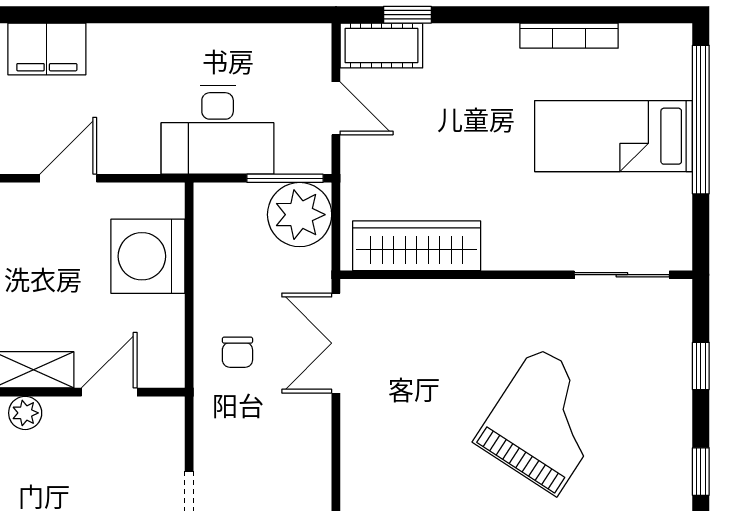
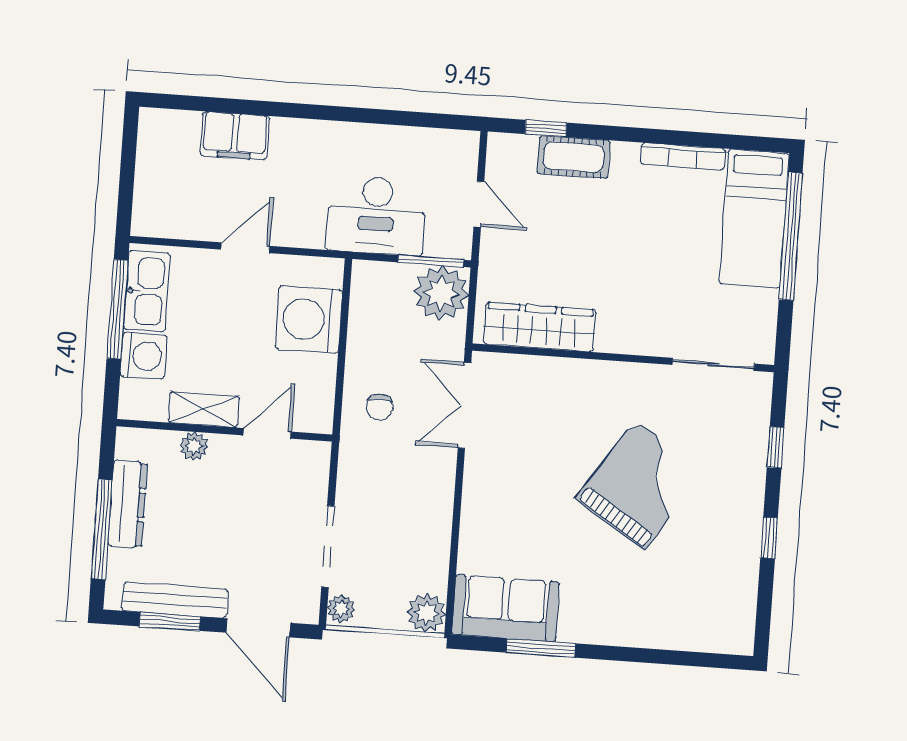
cot: (381, 46) -> (574, 157), moved
bed: (614, 136) -> (754, 218), moved, turned -90

